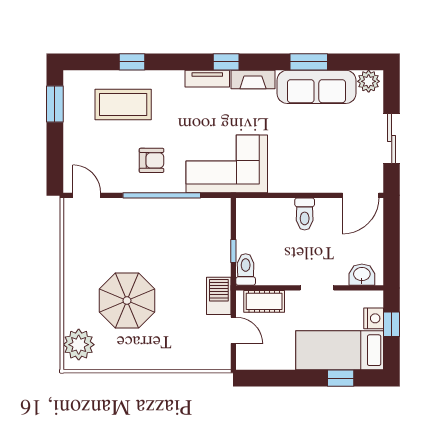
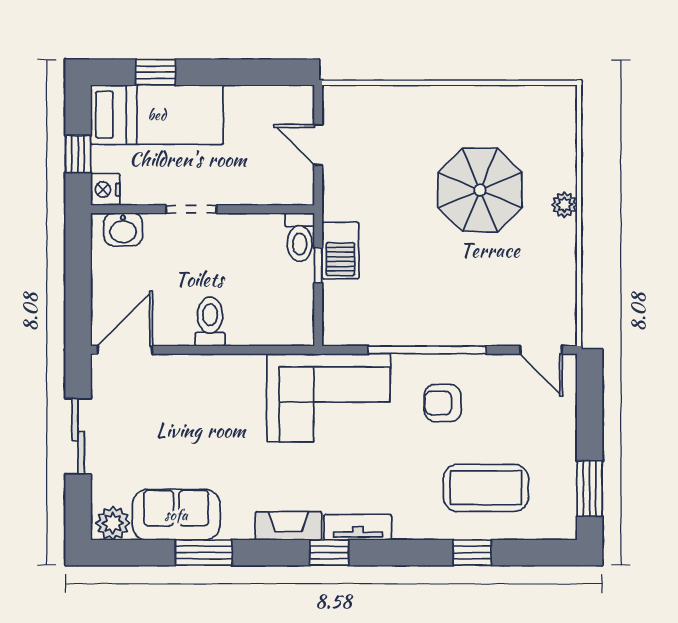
sofa: (316, 87) -> (176, 515), width x0.73
barbecue: (219, 296) -> (340, 251), moved
cot: (264, 301) -> (272, 189), removed
nightstand: (374, 318) -> (105, 189), moved
plant: (79, 345) -> (564, 205), moved, width x0.53, depth x0.53

